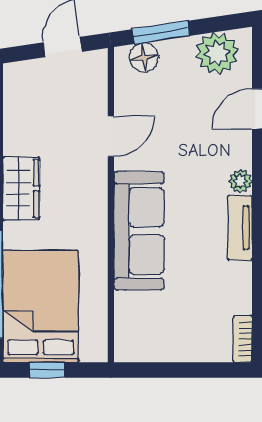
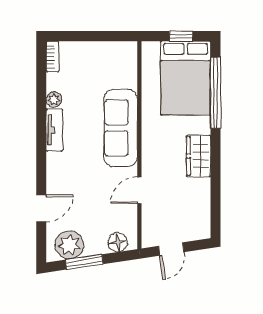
window: (161, 32) -> (84, 262), moved
plant: (240, 181) -> (54, 99), moved

